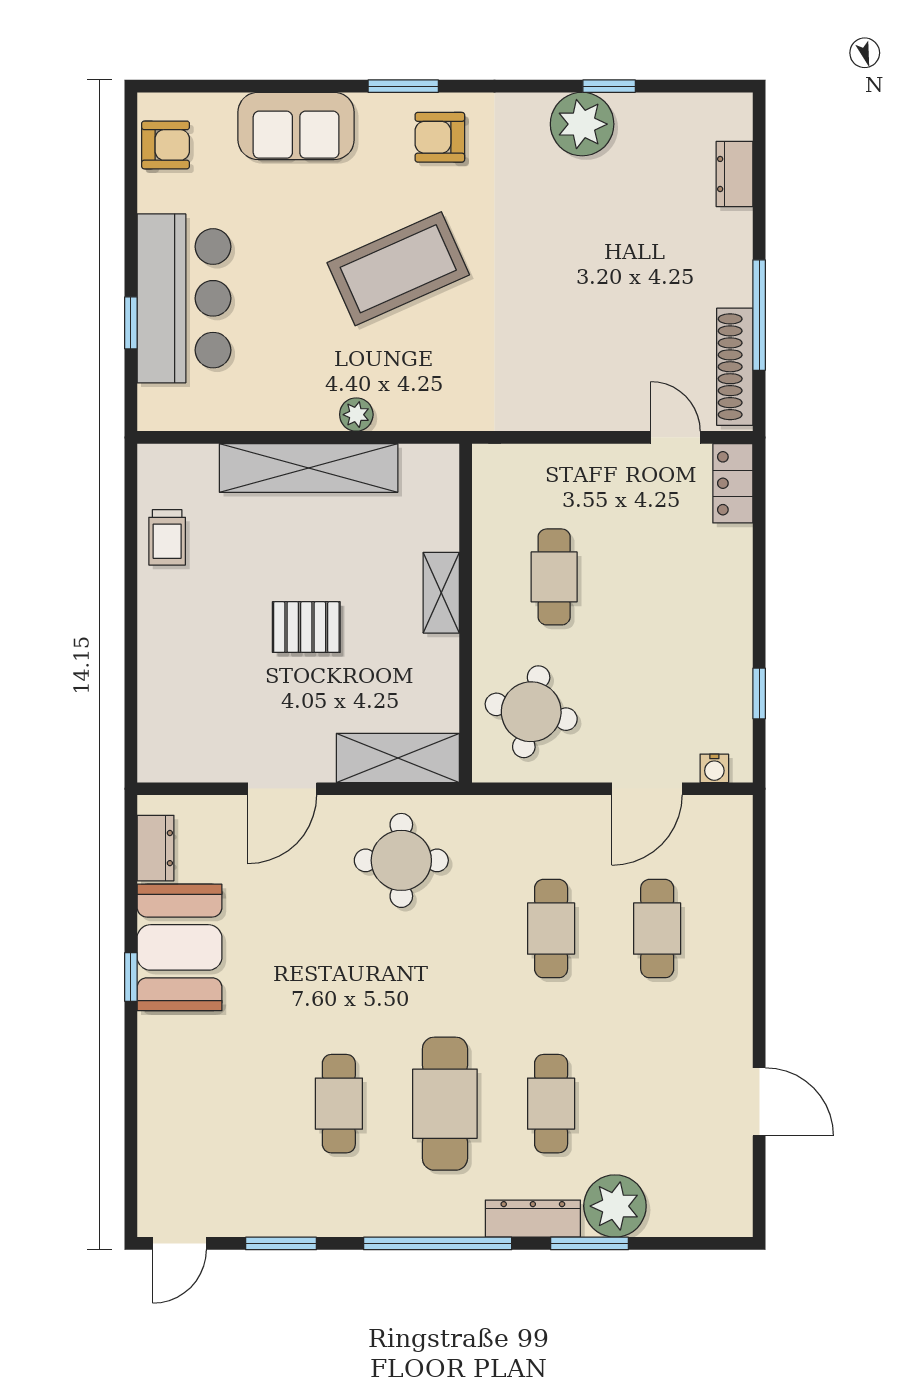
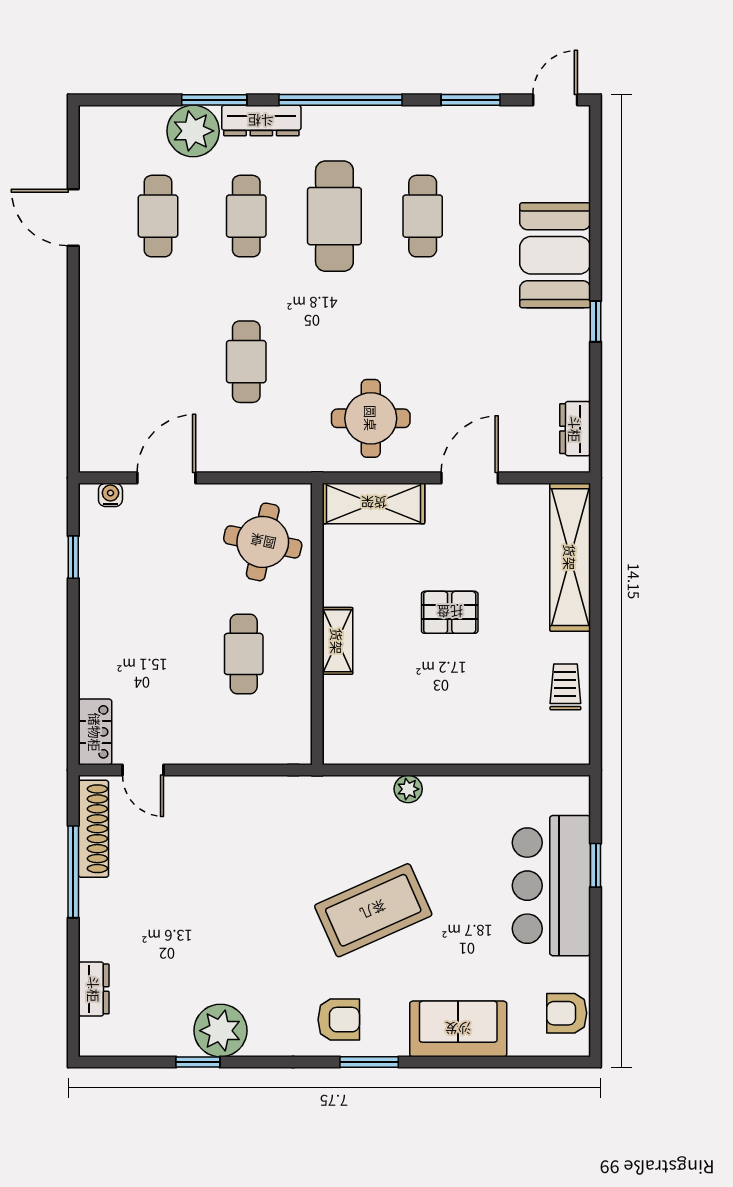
shelving: (309, 468) -> (570, 557), moved, turned 90
cafe table: (657, 929) -> (158, 216), moved
booth: (179, 947) -> (555, 255), moved

